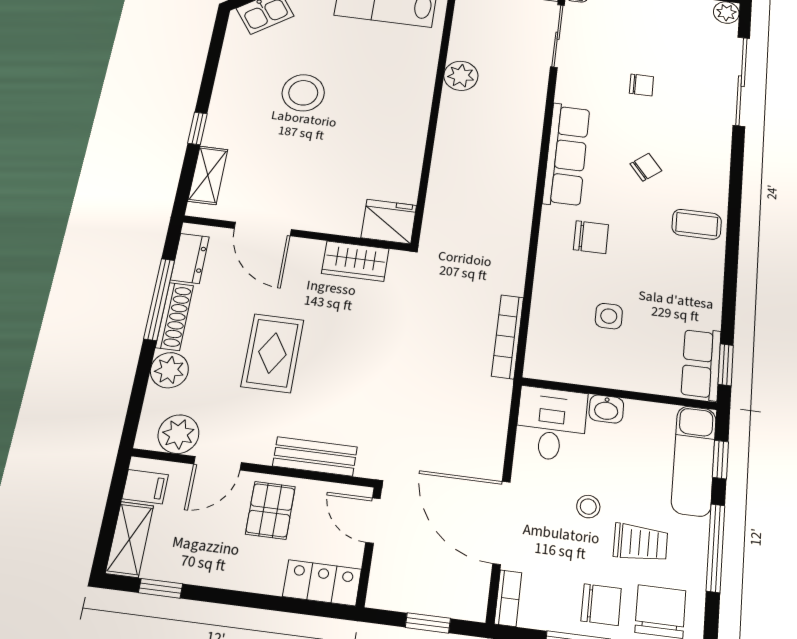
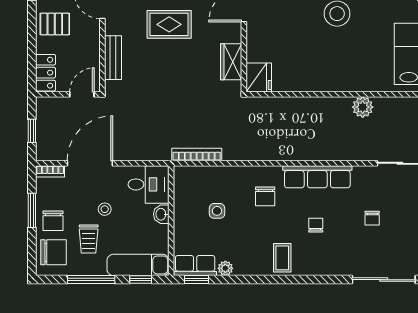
chair: (646, 167) -> (316, 225), turned -141
plant: (709, 315) -> (225, 268), added
pallet: (270, 510) -> (55, 24), moved

